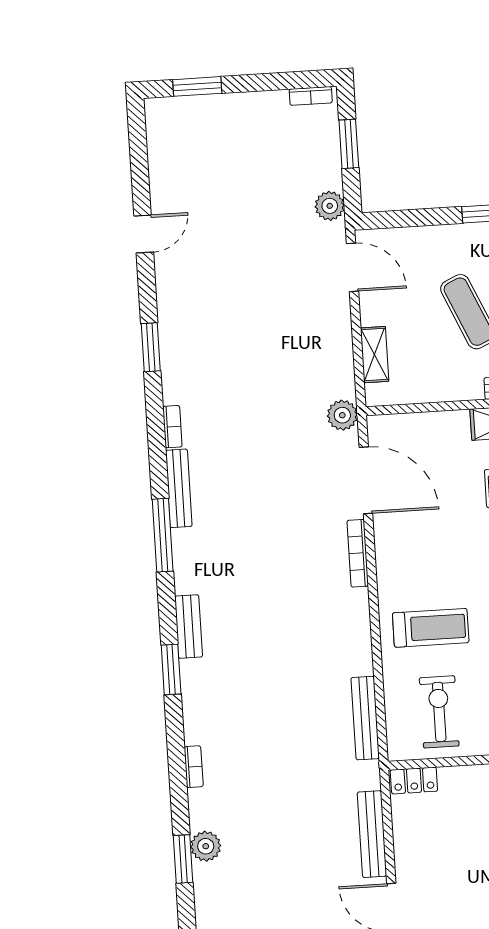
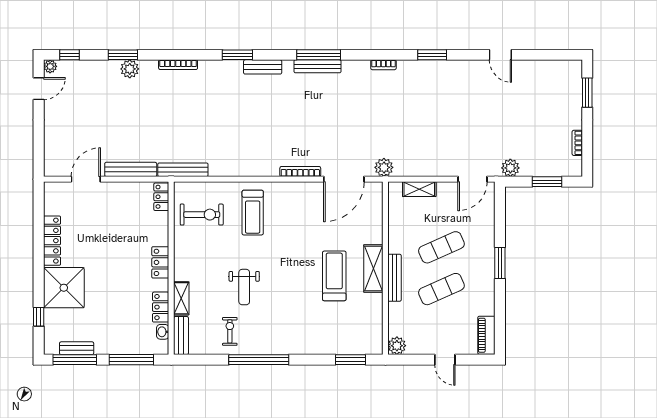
bookcase: (311, 96) -> (577, 143), moved
bench: (179, 488) -> (317, 66), moved
bench: (365, 718) -> (183, 170), moved
bookcase: (194, 767) -> (178, 65), width x1.56

